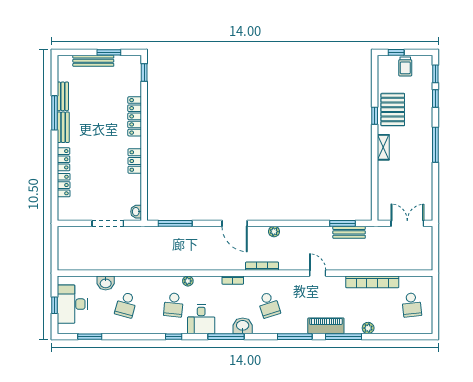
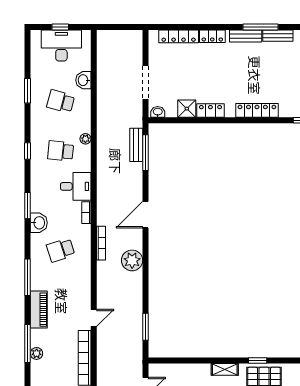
shower: (133, 184) -> (187, 109), added
locker: (64, 185) -> (179, 36), width x1.53
plant: (274, 232) -> (132, 260), width x1.88, depth x1.88
bench: (349, 232) -> (136, 145), moved
door: (318, 273) -> (94, 318), moved
plant: (188, 281) -> (85, 139), moved
desk: (201, 319) -> (76, 186), moved, turned 180
window: (90, 337) -> (28, 91), moved
window: (226, 337) -> (28, 206), width x0.69
window: (344, 337) -> (28, 343), moved

